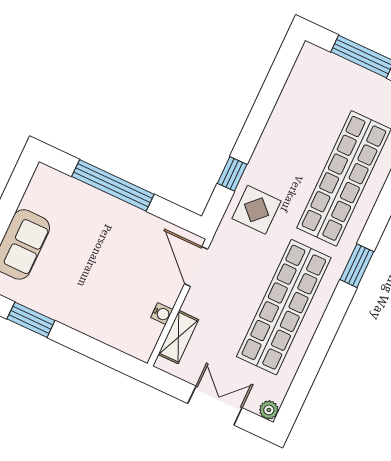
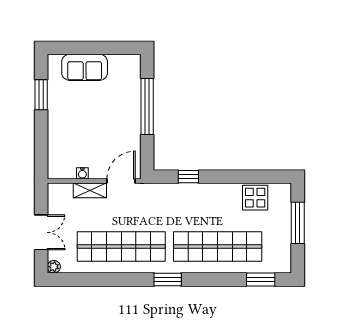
display table: (257, 210) -> (255, 198), moved
shelving: (178, 337) -> (90, 190), moved

